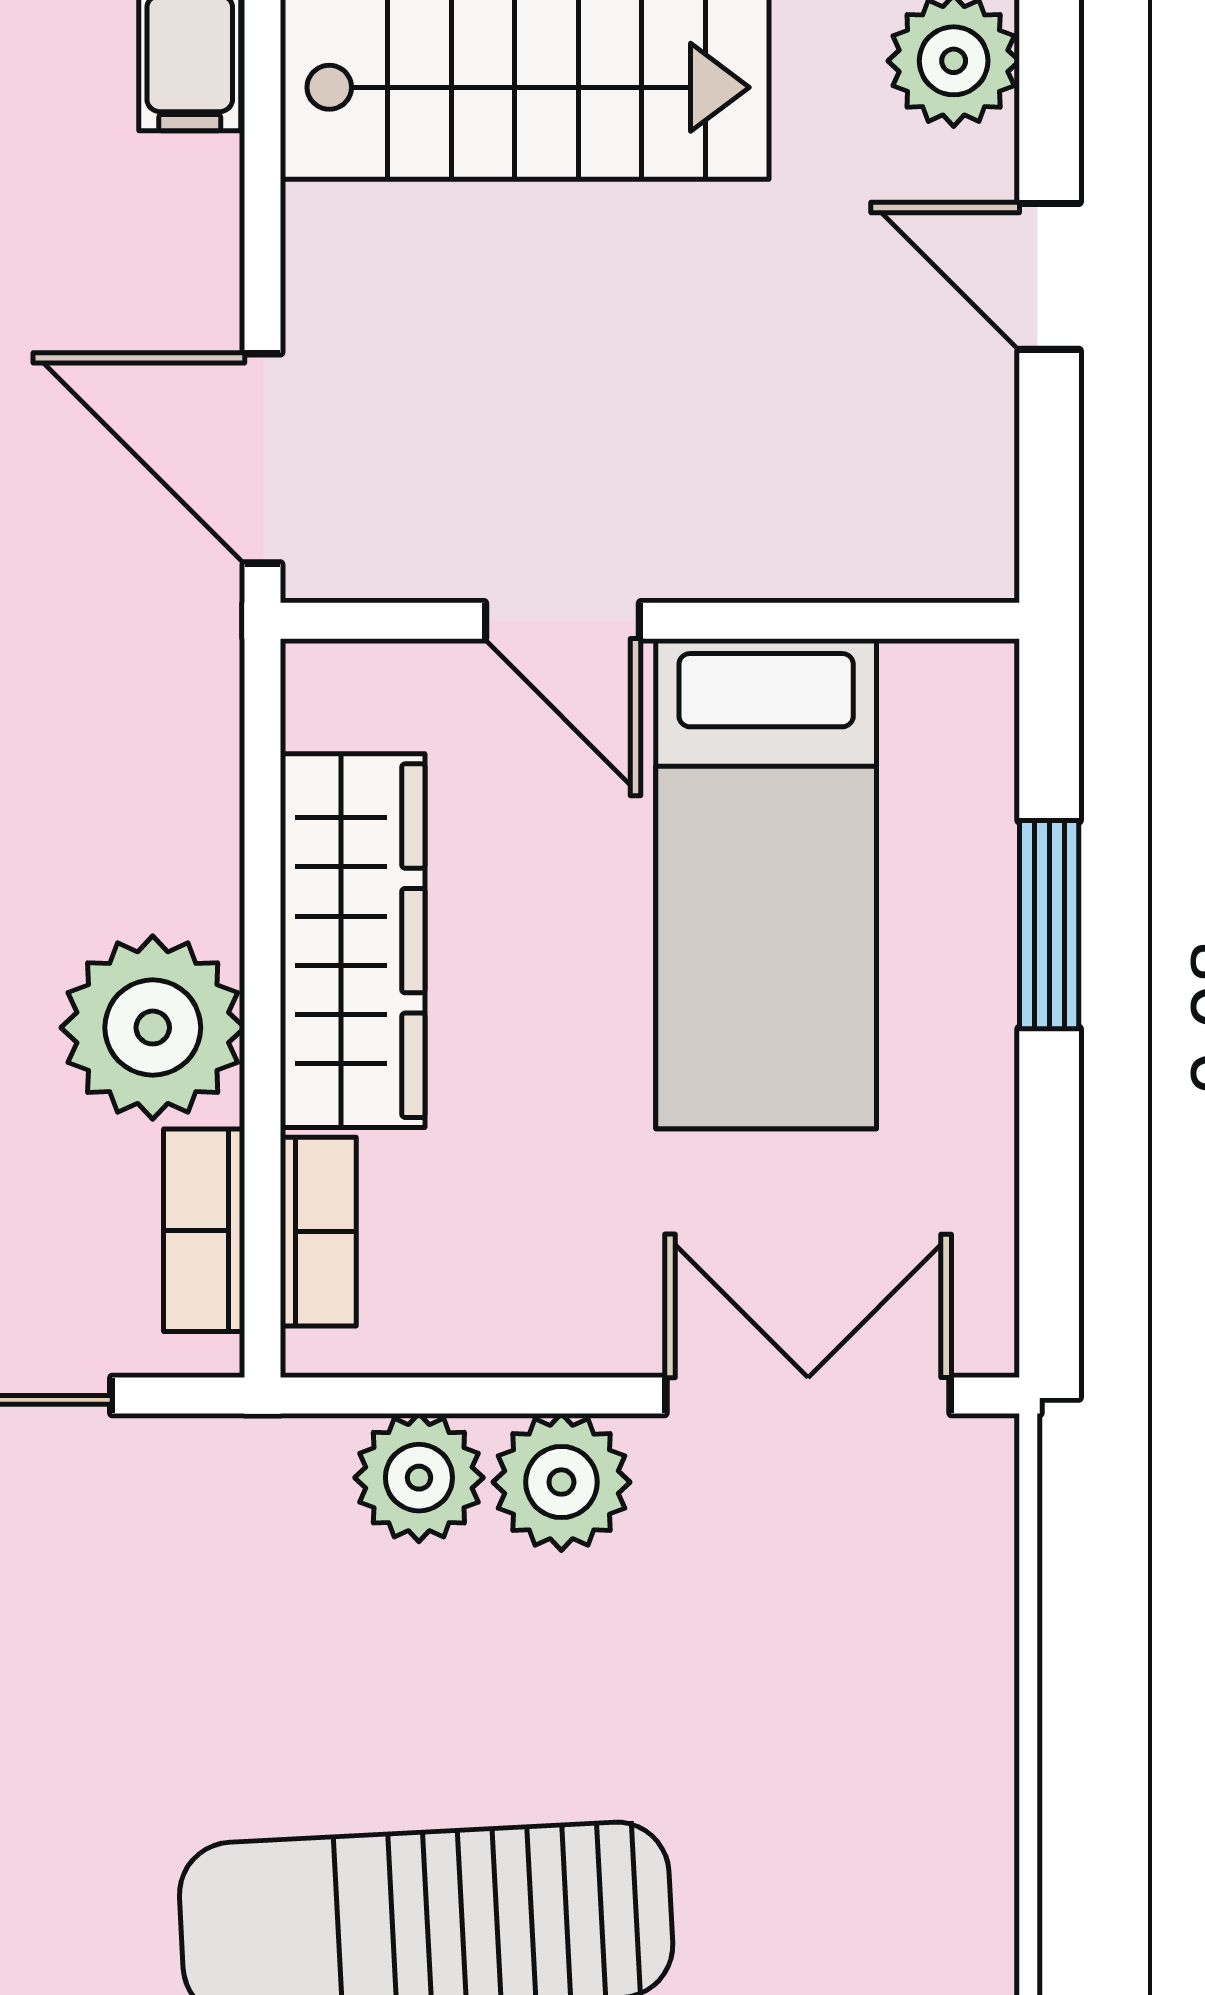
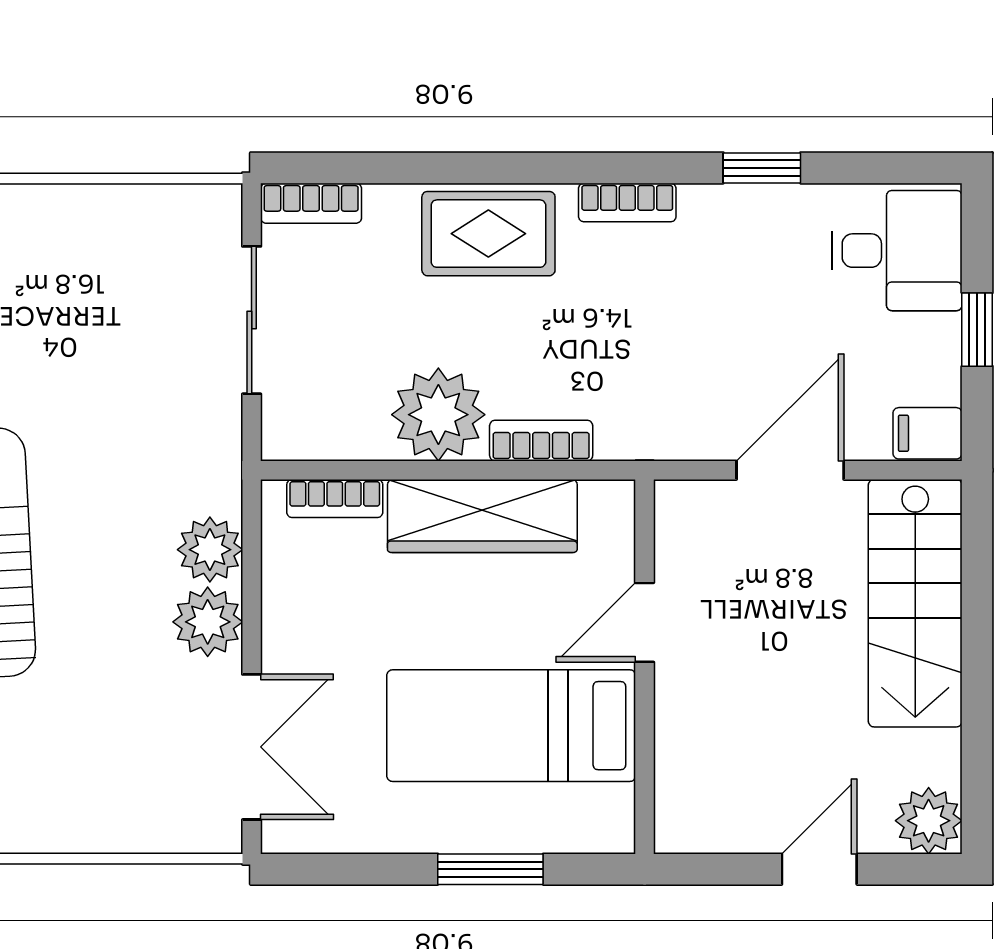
door: (263, 458) -> (790, 470), moved
bookcase: (204, 1230) -> (541, 441), moved

